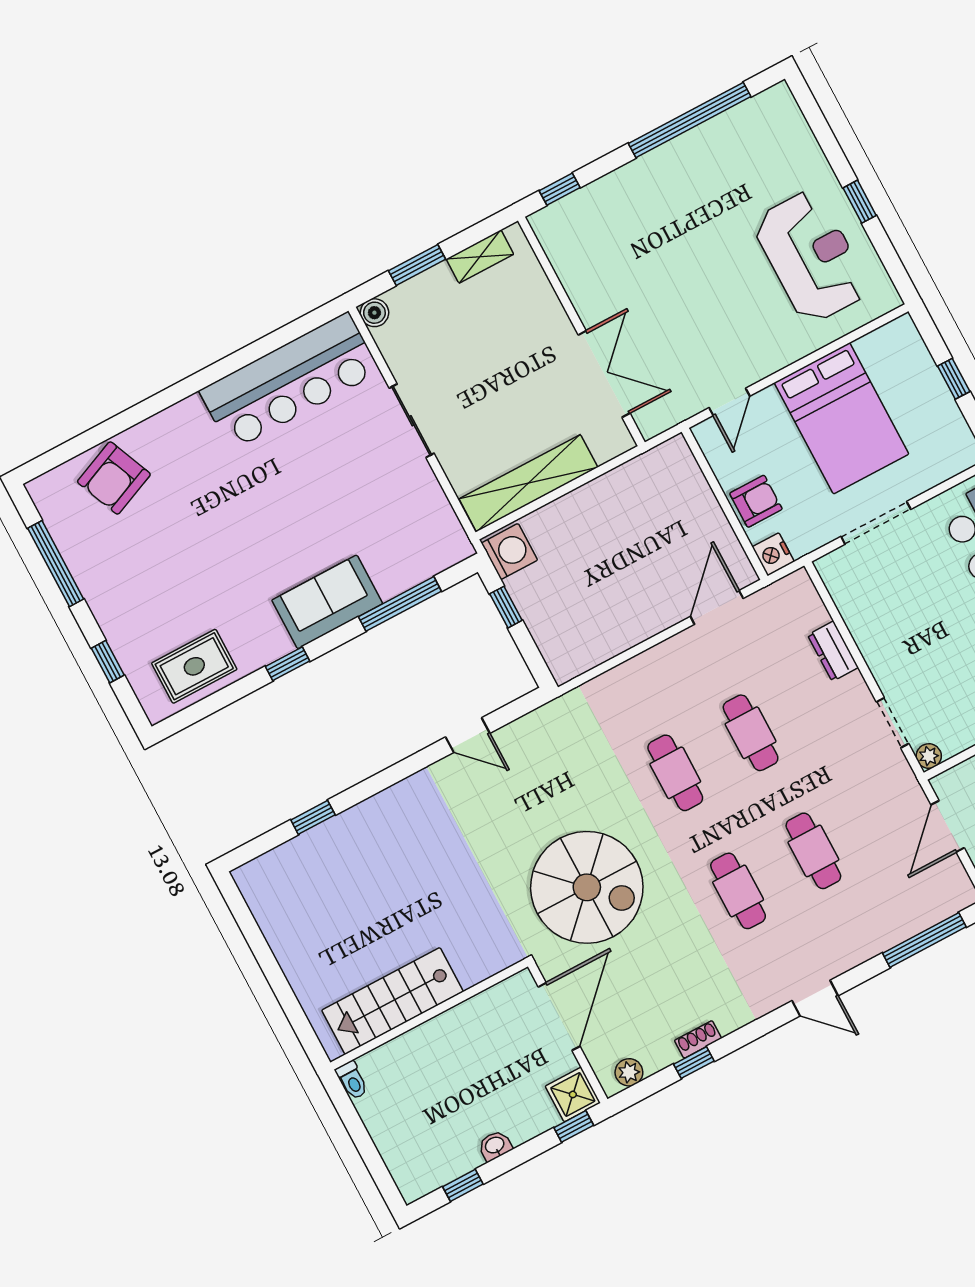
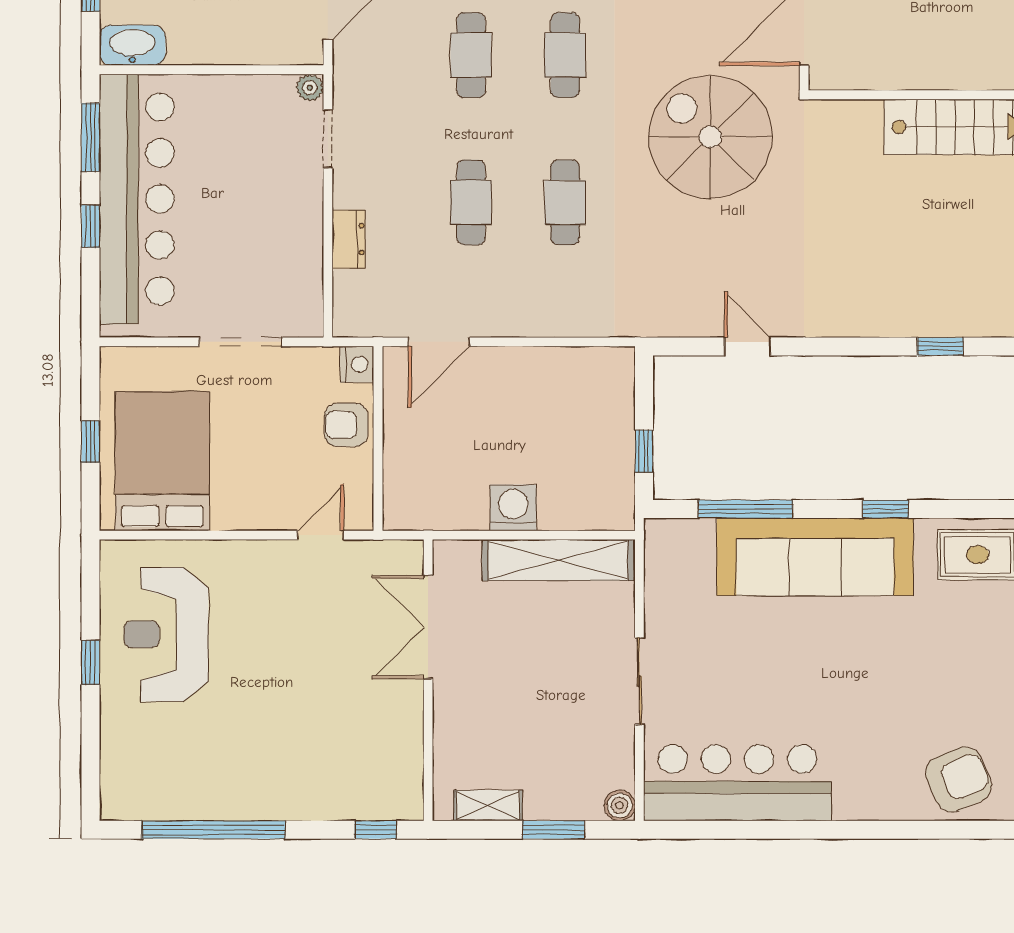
bed: (842, 418) -> (162, 461), moved
washing machine: (509, 552) -> (513, 508), moved, turned 90
sofa: (327, 602) -> (815, 557), width x1.85, depth x1.27

